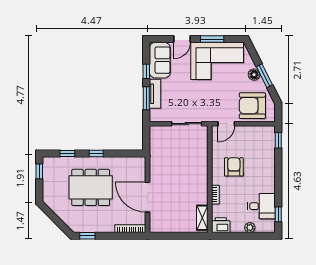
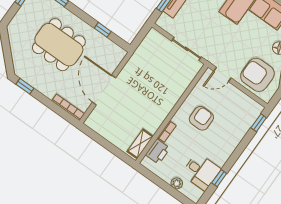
window: (96, 154) -> (103, 30), moved
window: (278, 214) -> (219, 178), moved
printer: (221, 225) -> (158, 152), moved, turned 90

